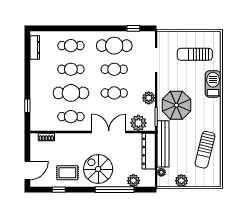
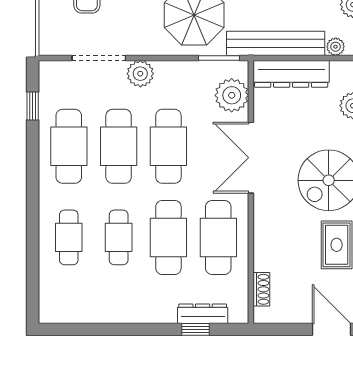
dresser: (35, 48) -> (203, 314), moved
cafe table: (114, 69) -> (119, 146), width x1.37, depth x1.35
cafe table: (114, 93) -> (168, 146), width x1.37, depth x1.35
plant: (149, 98) -> (140, 74), moved
cafe table: (71, 117) -> (218, 237), width x1.37, depth x1.35

